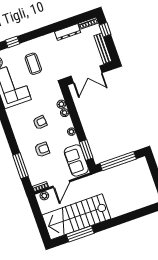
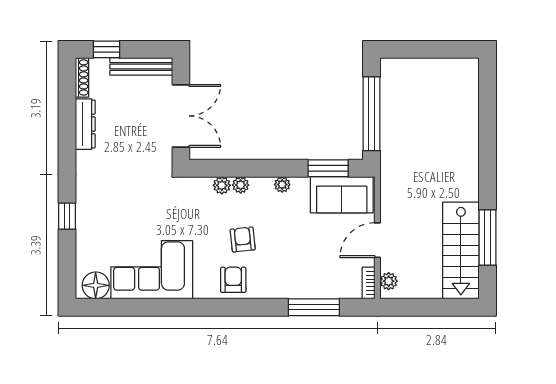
window: (13, 42) -> (67, 216), moved
coffee table: (33, 64) -> (124, 213), removed
armchair: (42, 149) -> (233, 280), moved
door: (61, 184) -> (377, 240), swing flipped
stairs: (76, 217) -> (461, 251), width x0.73, depth x0.66

